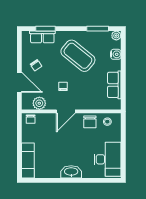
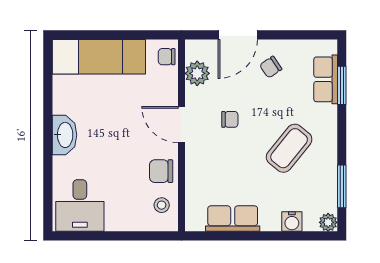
coffee table: (78, 56) -> (289, 148), width x0.73, depth x0.76
desk: (108, 159) -> (80, 206), width x0.73
exam couch: (28, 160) -> (99, 57), width x1.36, depth x1.45

